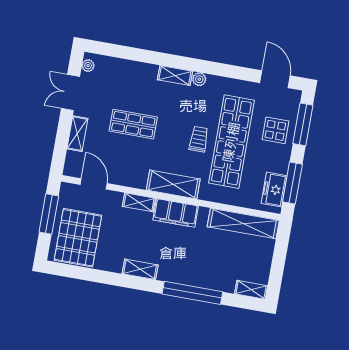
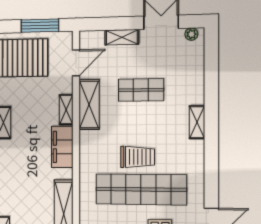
plant: (199, 79) -> (198, 147), removed
shop shelf: (133, 124) -> (141, 90), turned 90
trolley: (199, 139) -> (138, 157), width x1.36, depth x1.39
shelving: (173, 184) -> (89, 105), moved

